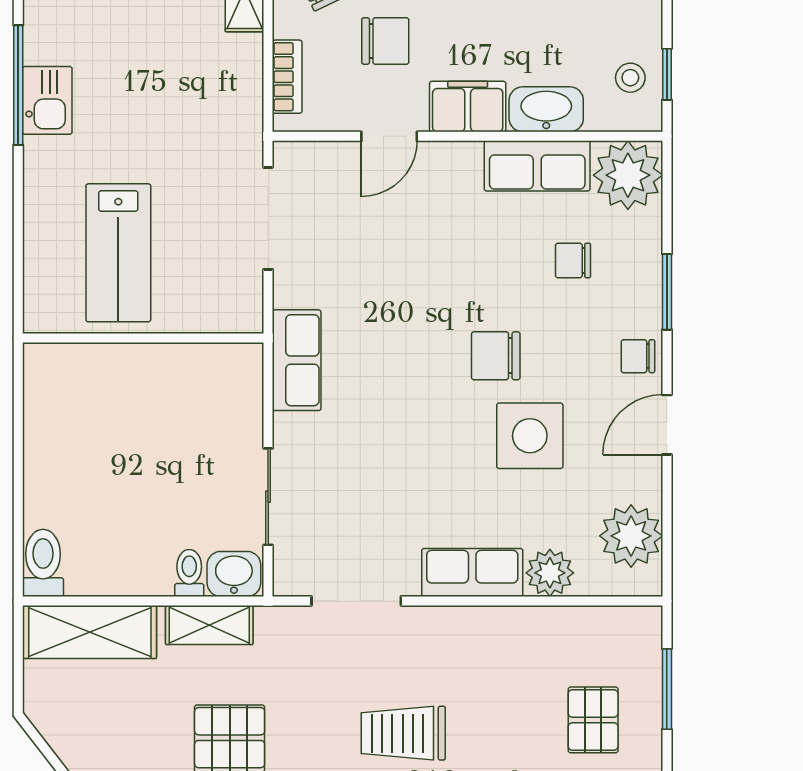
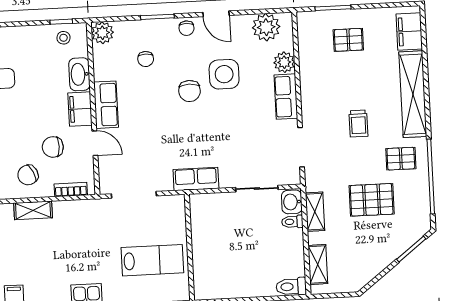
chair: (385, 41) -> (53, 147), turned -90
row of seats: (537, 166) -> (106, 105), moved
plant: (628, 175) -> (102, 33), width x0.73, depth x0.73
shelving: (90, 632) -> (318, 264), width x0.67, depth x0.75
trolley: (403, 733) -> (358, 123), width x0.73, depth x0.72

